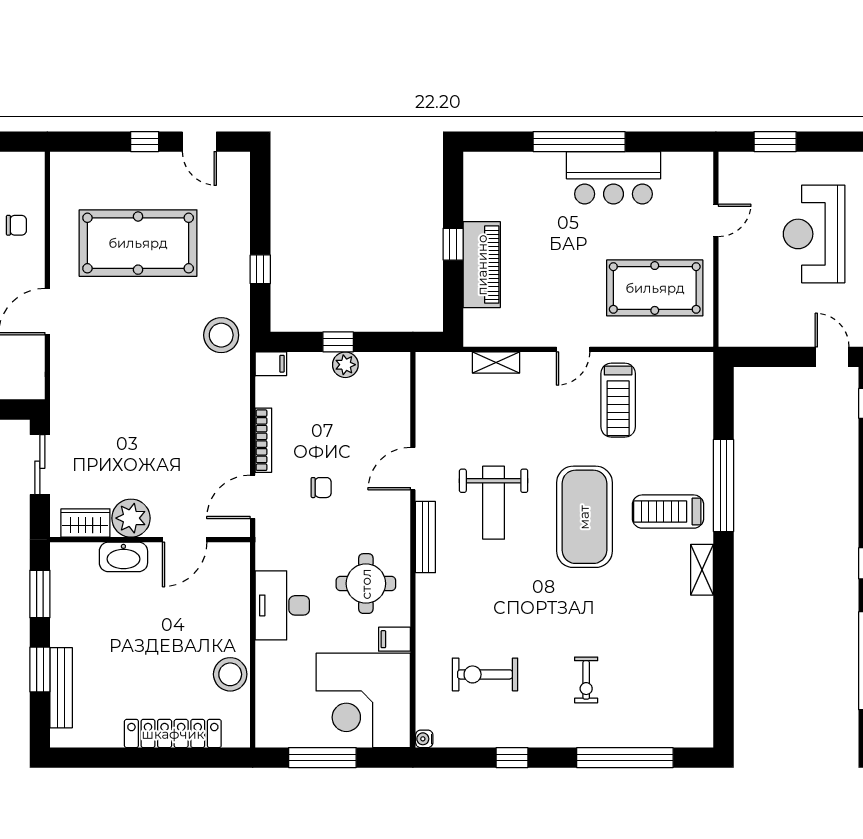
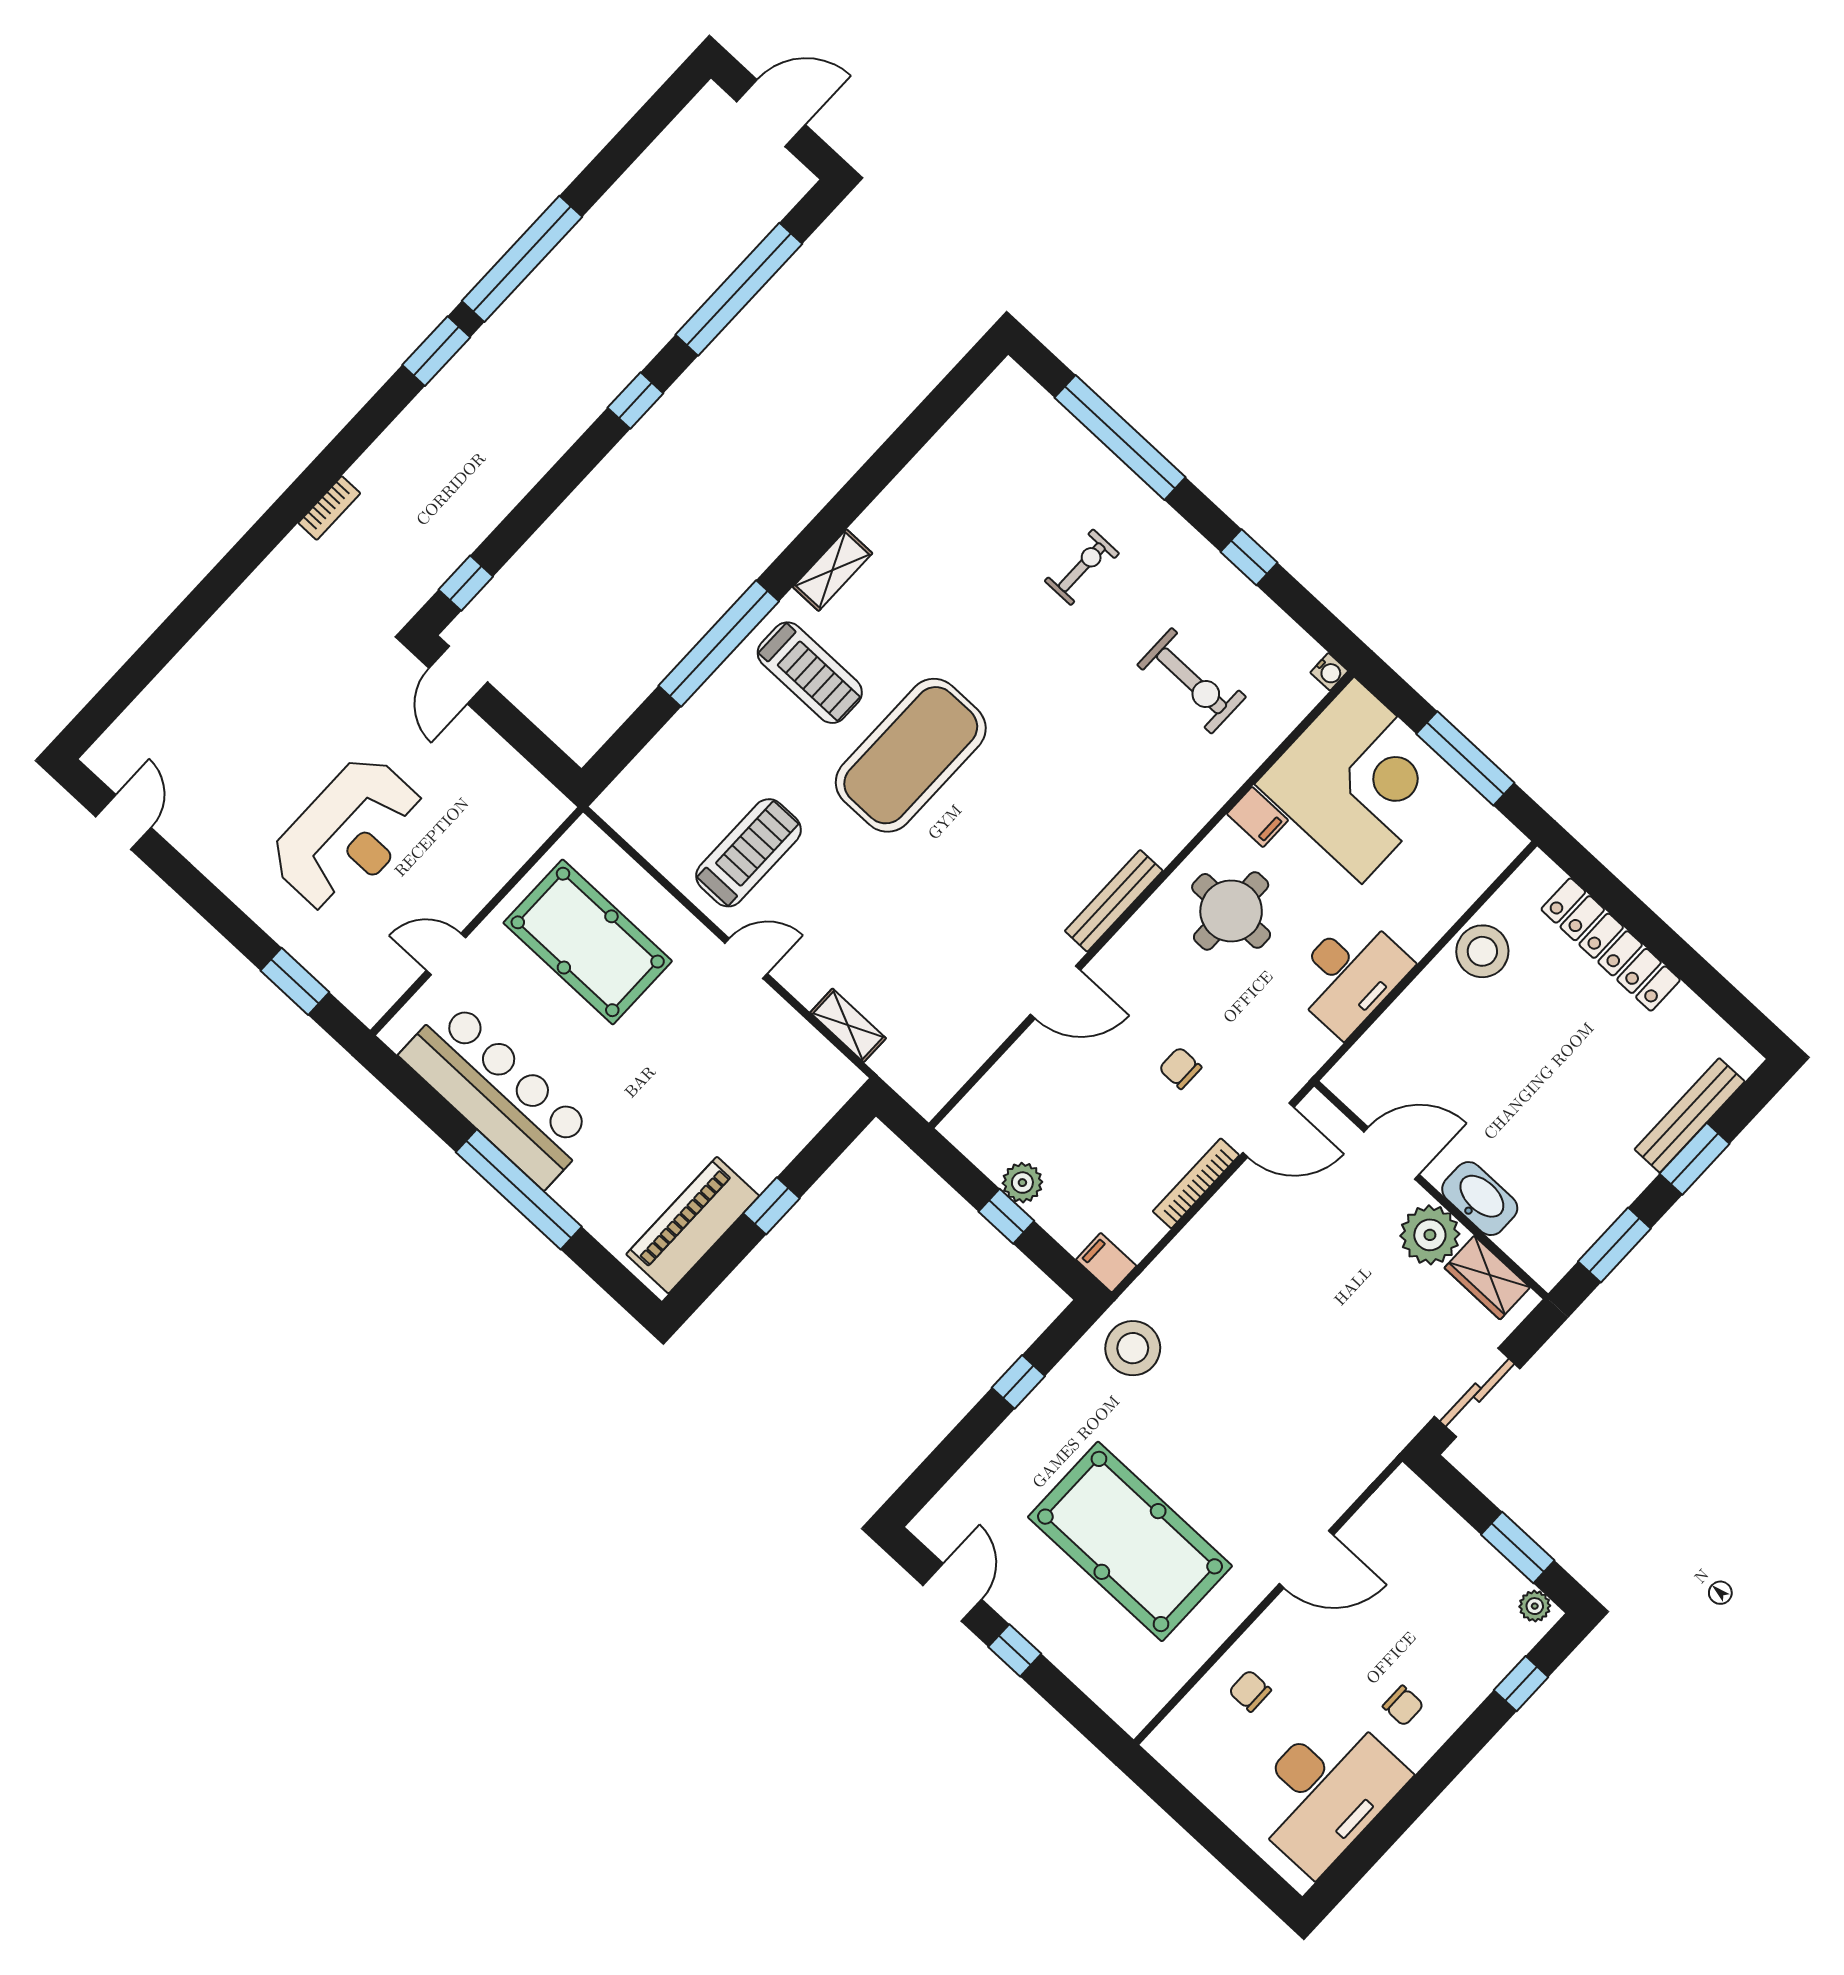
bar counter: (613, 178) -> (498, 1093), width x1.36
piano: (482, 265) -> (693, 1225), moved
weight bench: (494, 503) -> (999, 868), removed

